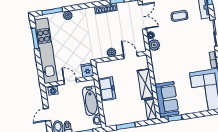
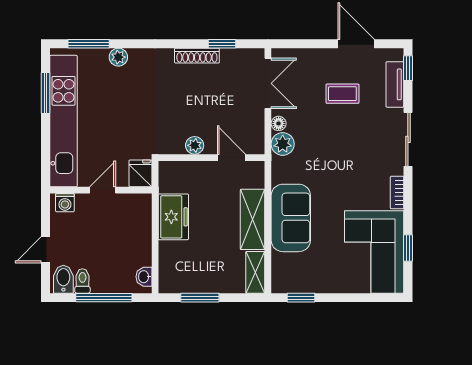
door: (70, 81) -> (103, 190), hinge flipped
sofa: (167, 99) -> (291, 218), moved
bathtub: (91, 101) -> (138, 236), removed

